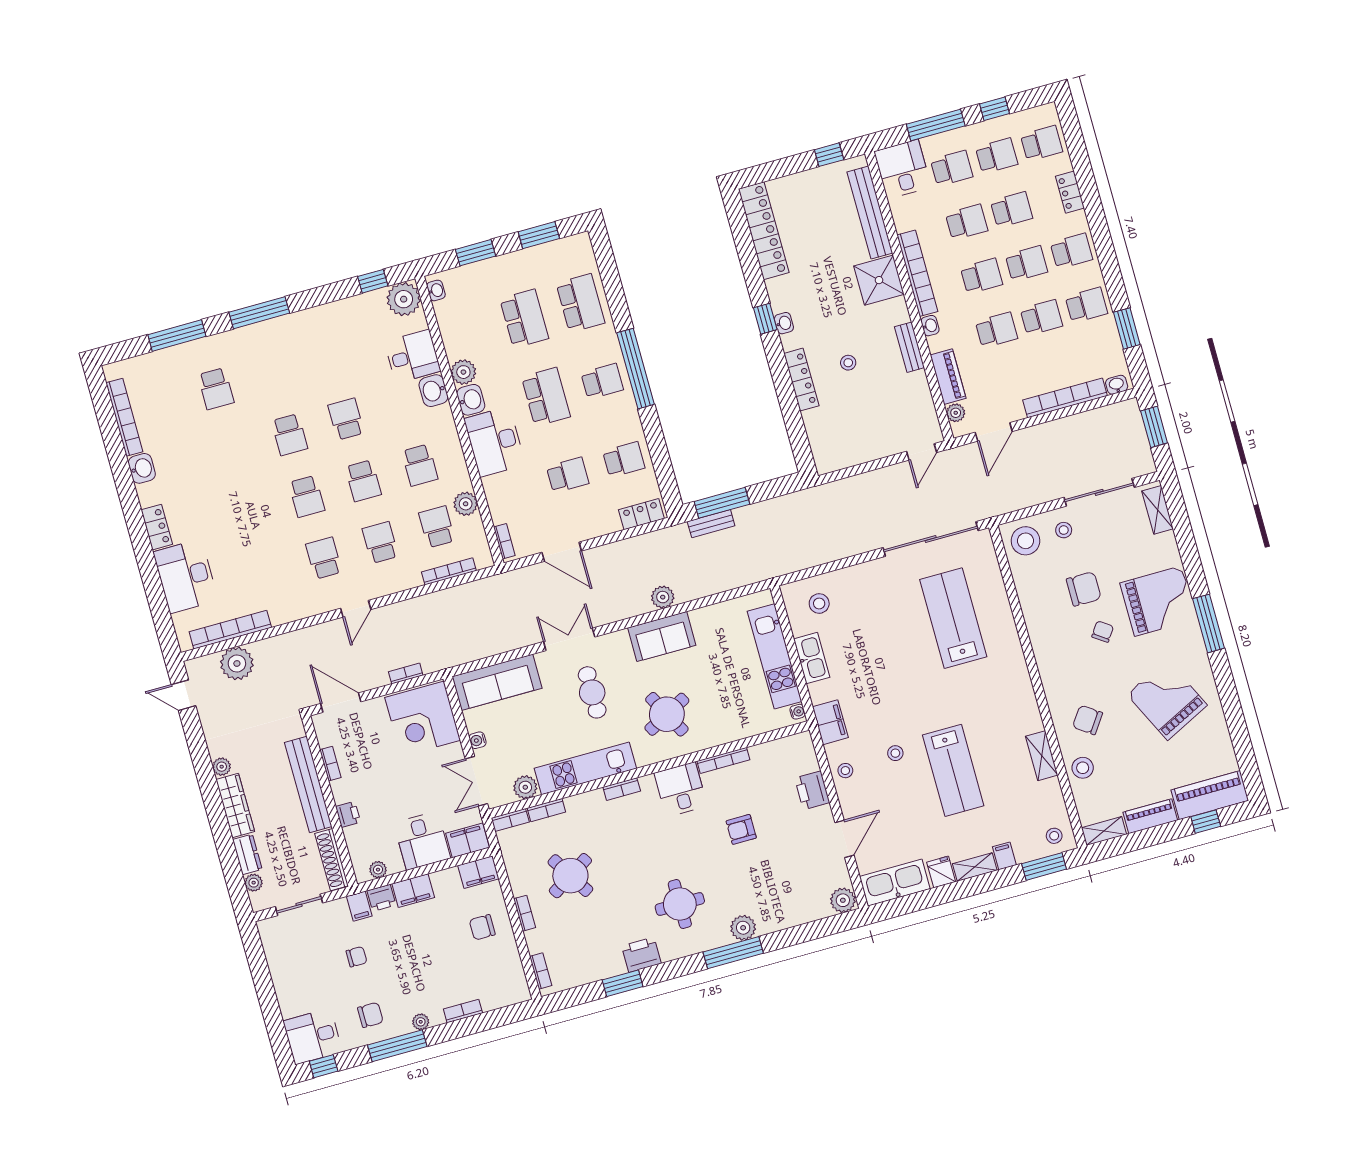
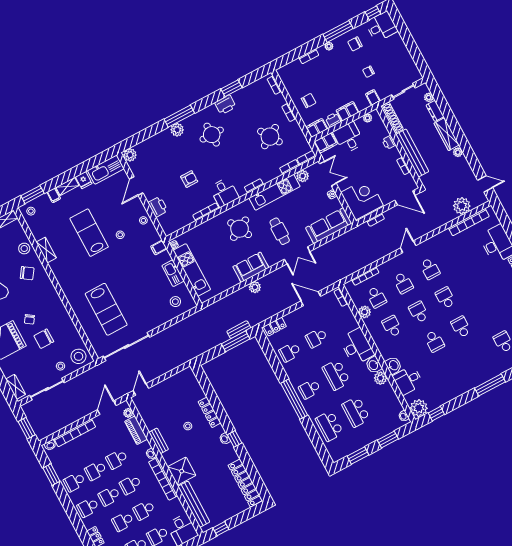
filing cabinet: (830, 722) -> (159, 248), width x0.50
printer: (381, 898) -> (333, 120), moved

